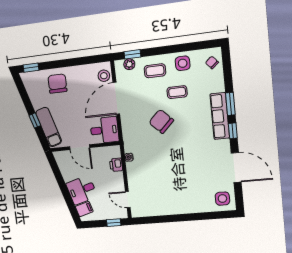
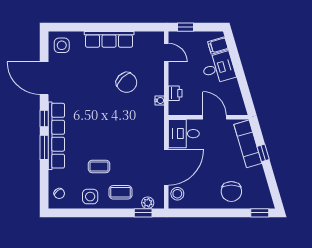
row of seats: (220, 116) -> (56, 136), width x1.36
chair: (161, 121) -> (127, 82), moved
row of seats: (180, 207) -> (109, 39), added

